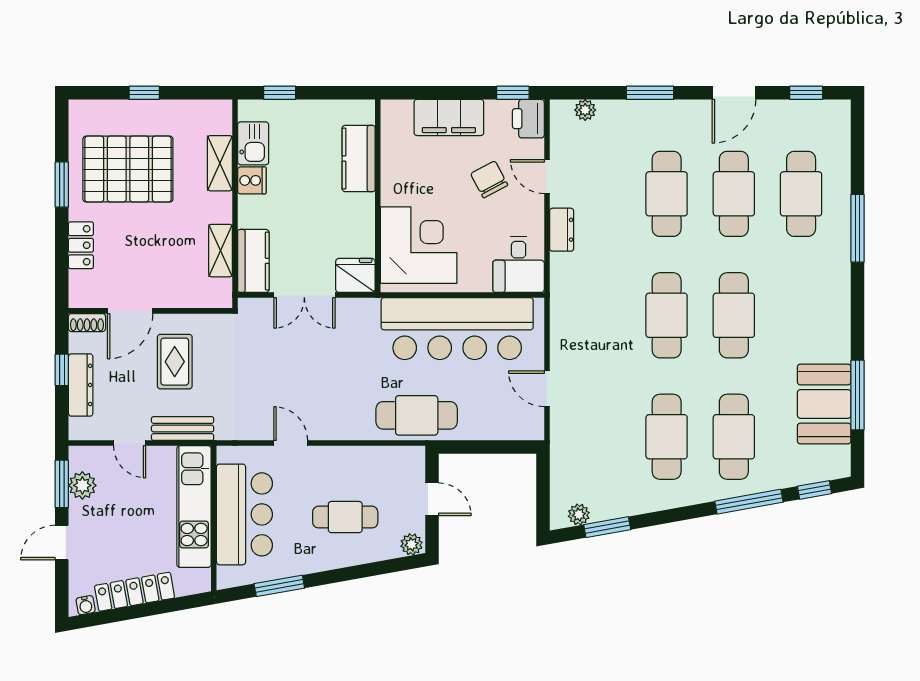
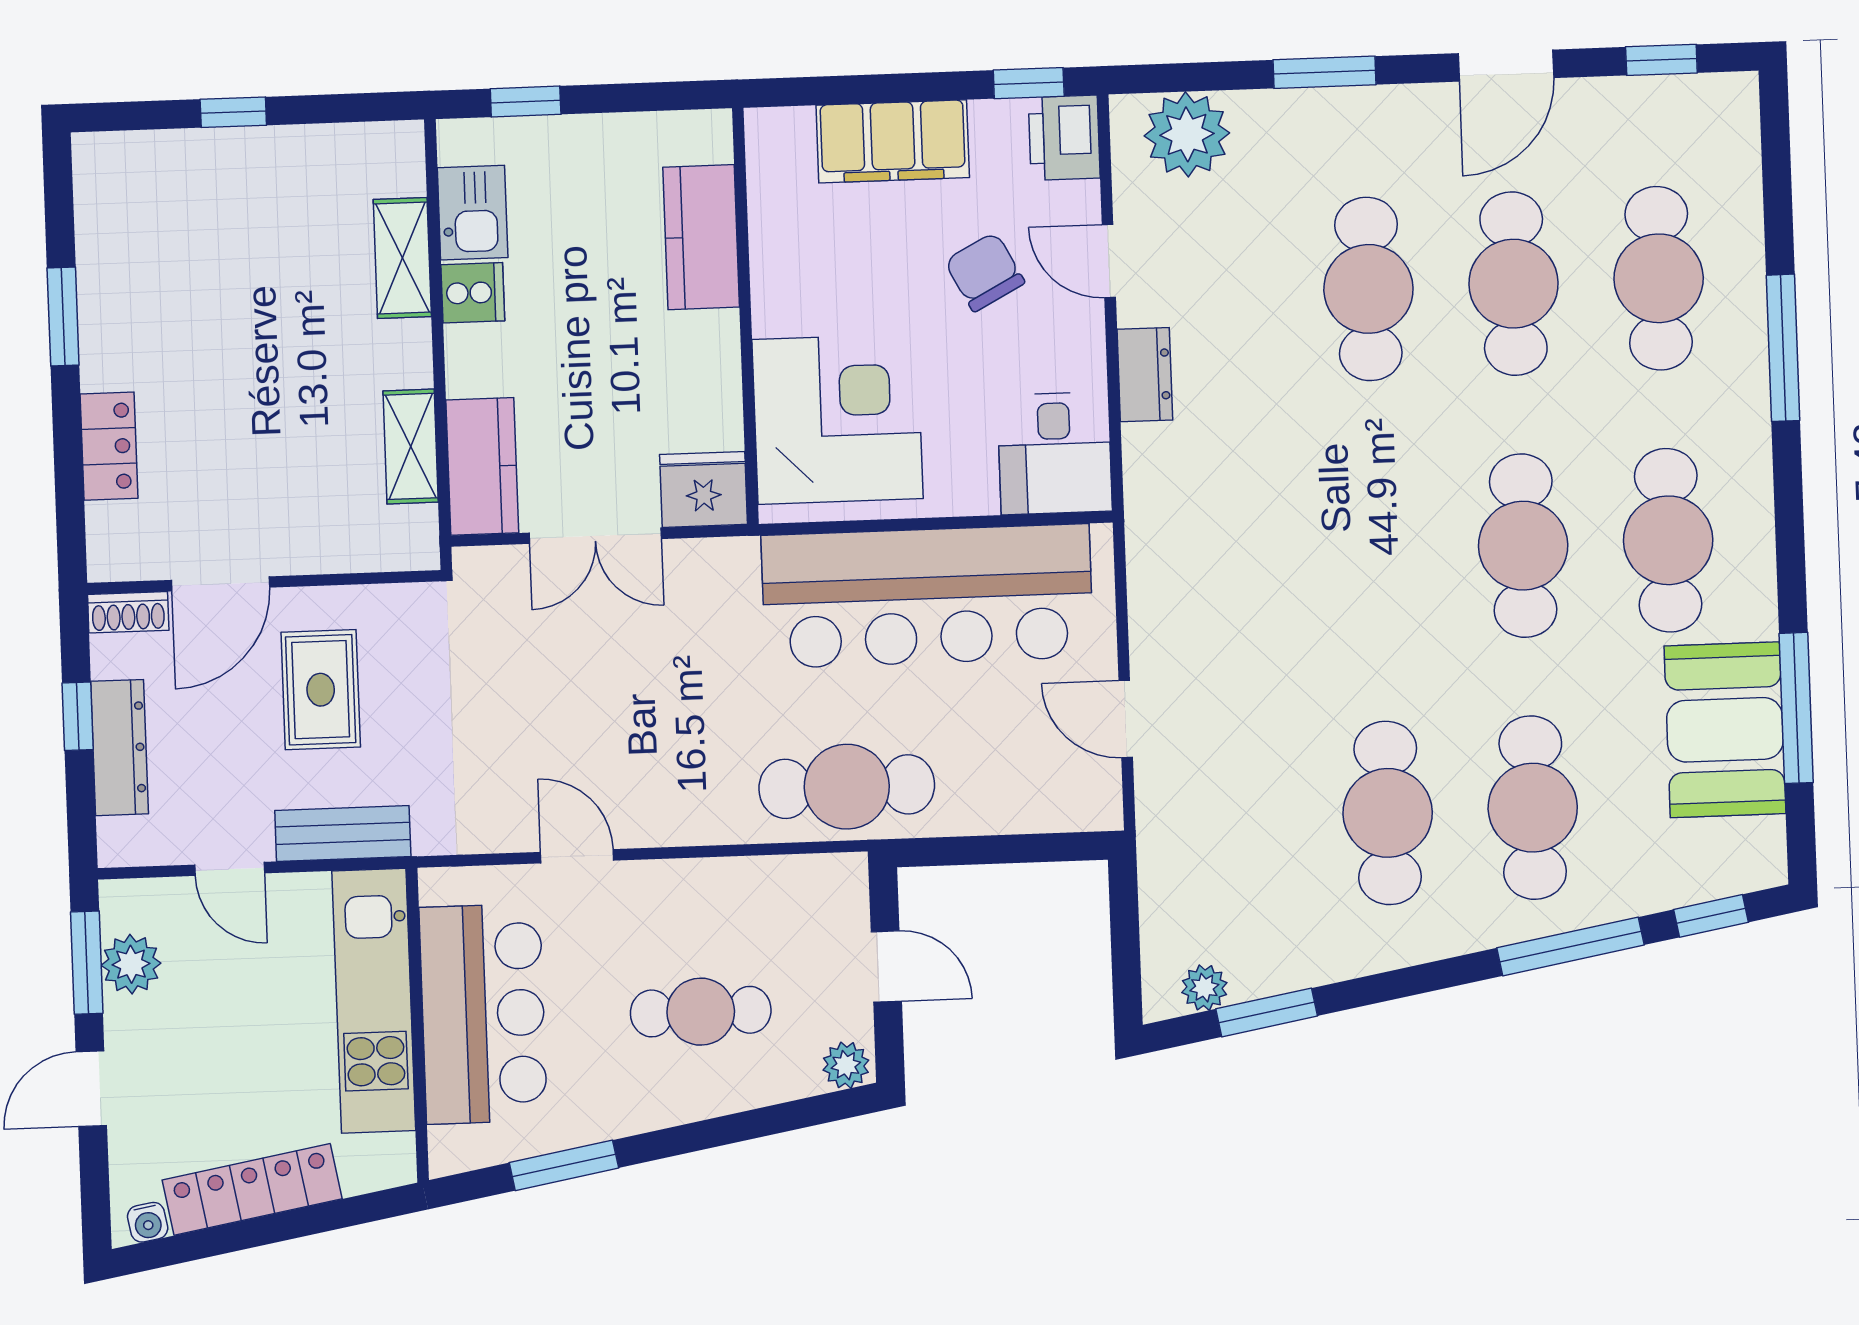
plant: (585, 110) -> (1187, 134), width x1.87, depth x1.87
pallet: (128, 169) -> (204, 278), removed
cafe table: (667, 315) -> (1668, 540), moved

